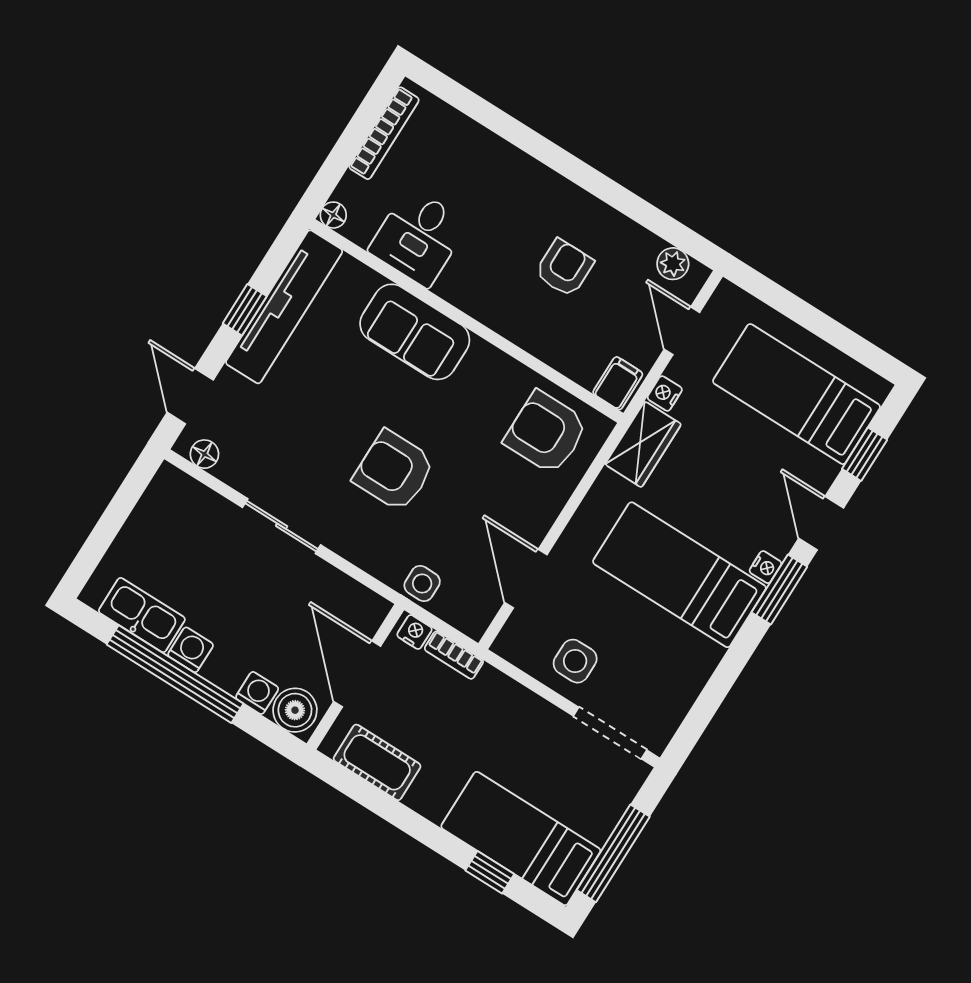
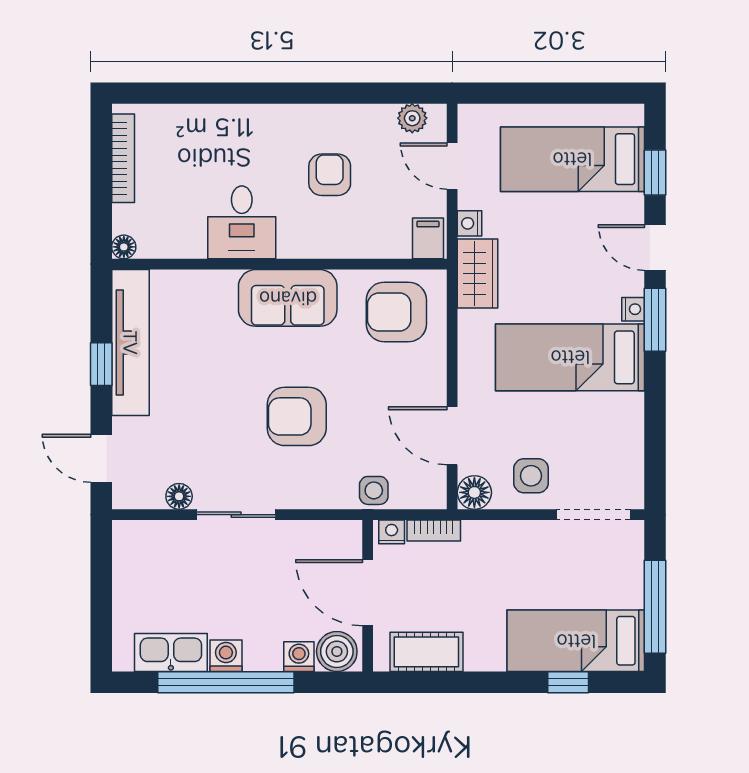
desk: (418, 237) -> (242, 222), moved
sofa: (415, 332) -> (288, 298), moved
floor lamp: (204, 454) -> (179, 496), moved
floor lamp: (513, 644) -> (474, 492), added

